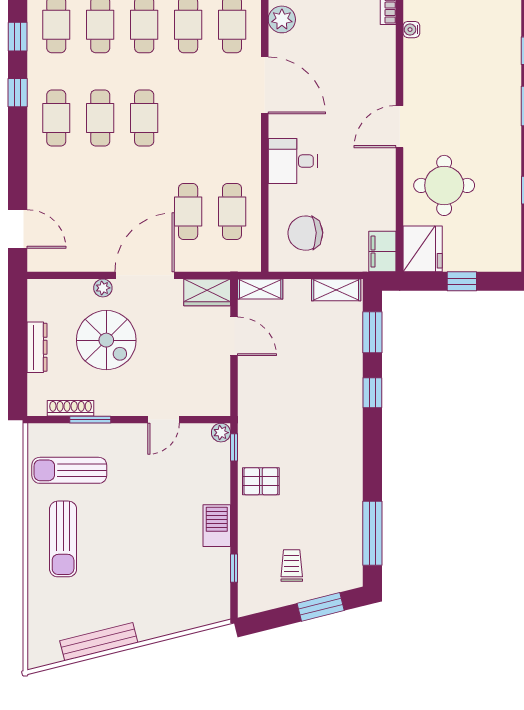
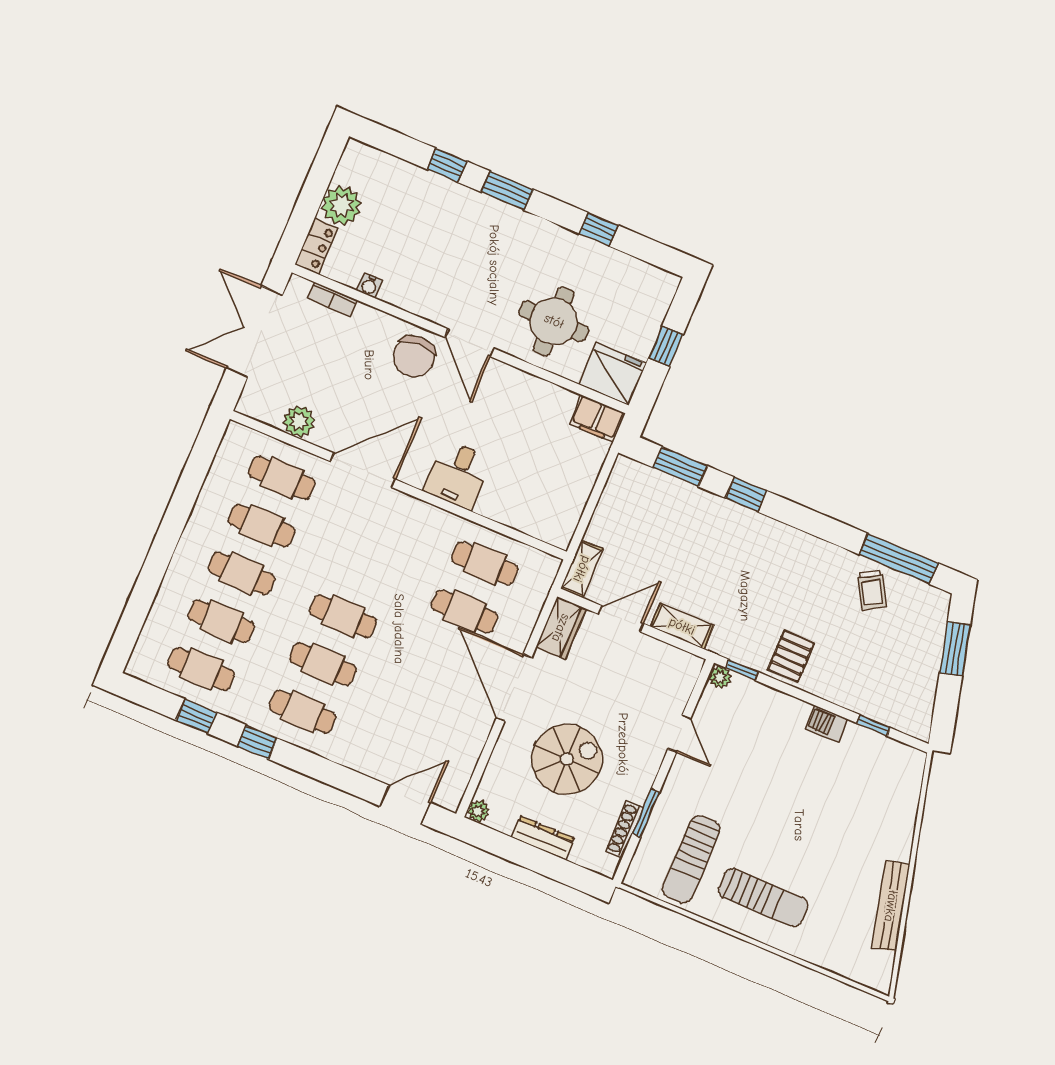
chair: (305, 233) -> (414, 356), moved
plant: (103, 288) -> (478, 811), moved
shelving: (336, 290) -> (682, 626), moved, turned 90
barbecue: (217, 526) -> (827, 724), width x0.73, depth x0.79
trolley: (292, 566) -> (872, 590), moved, turned -120

